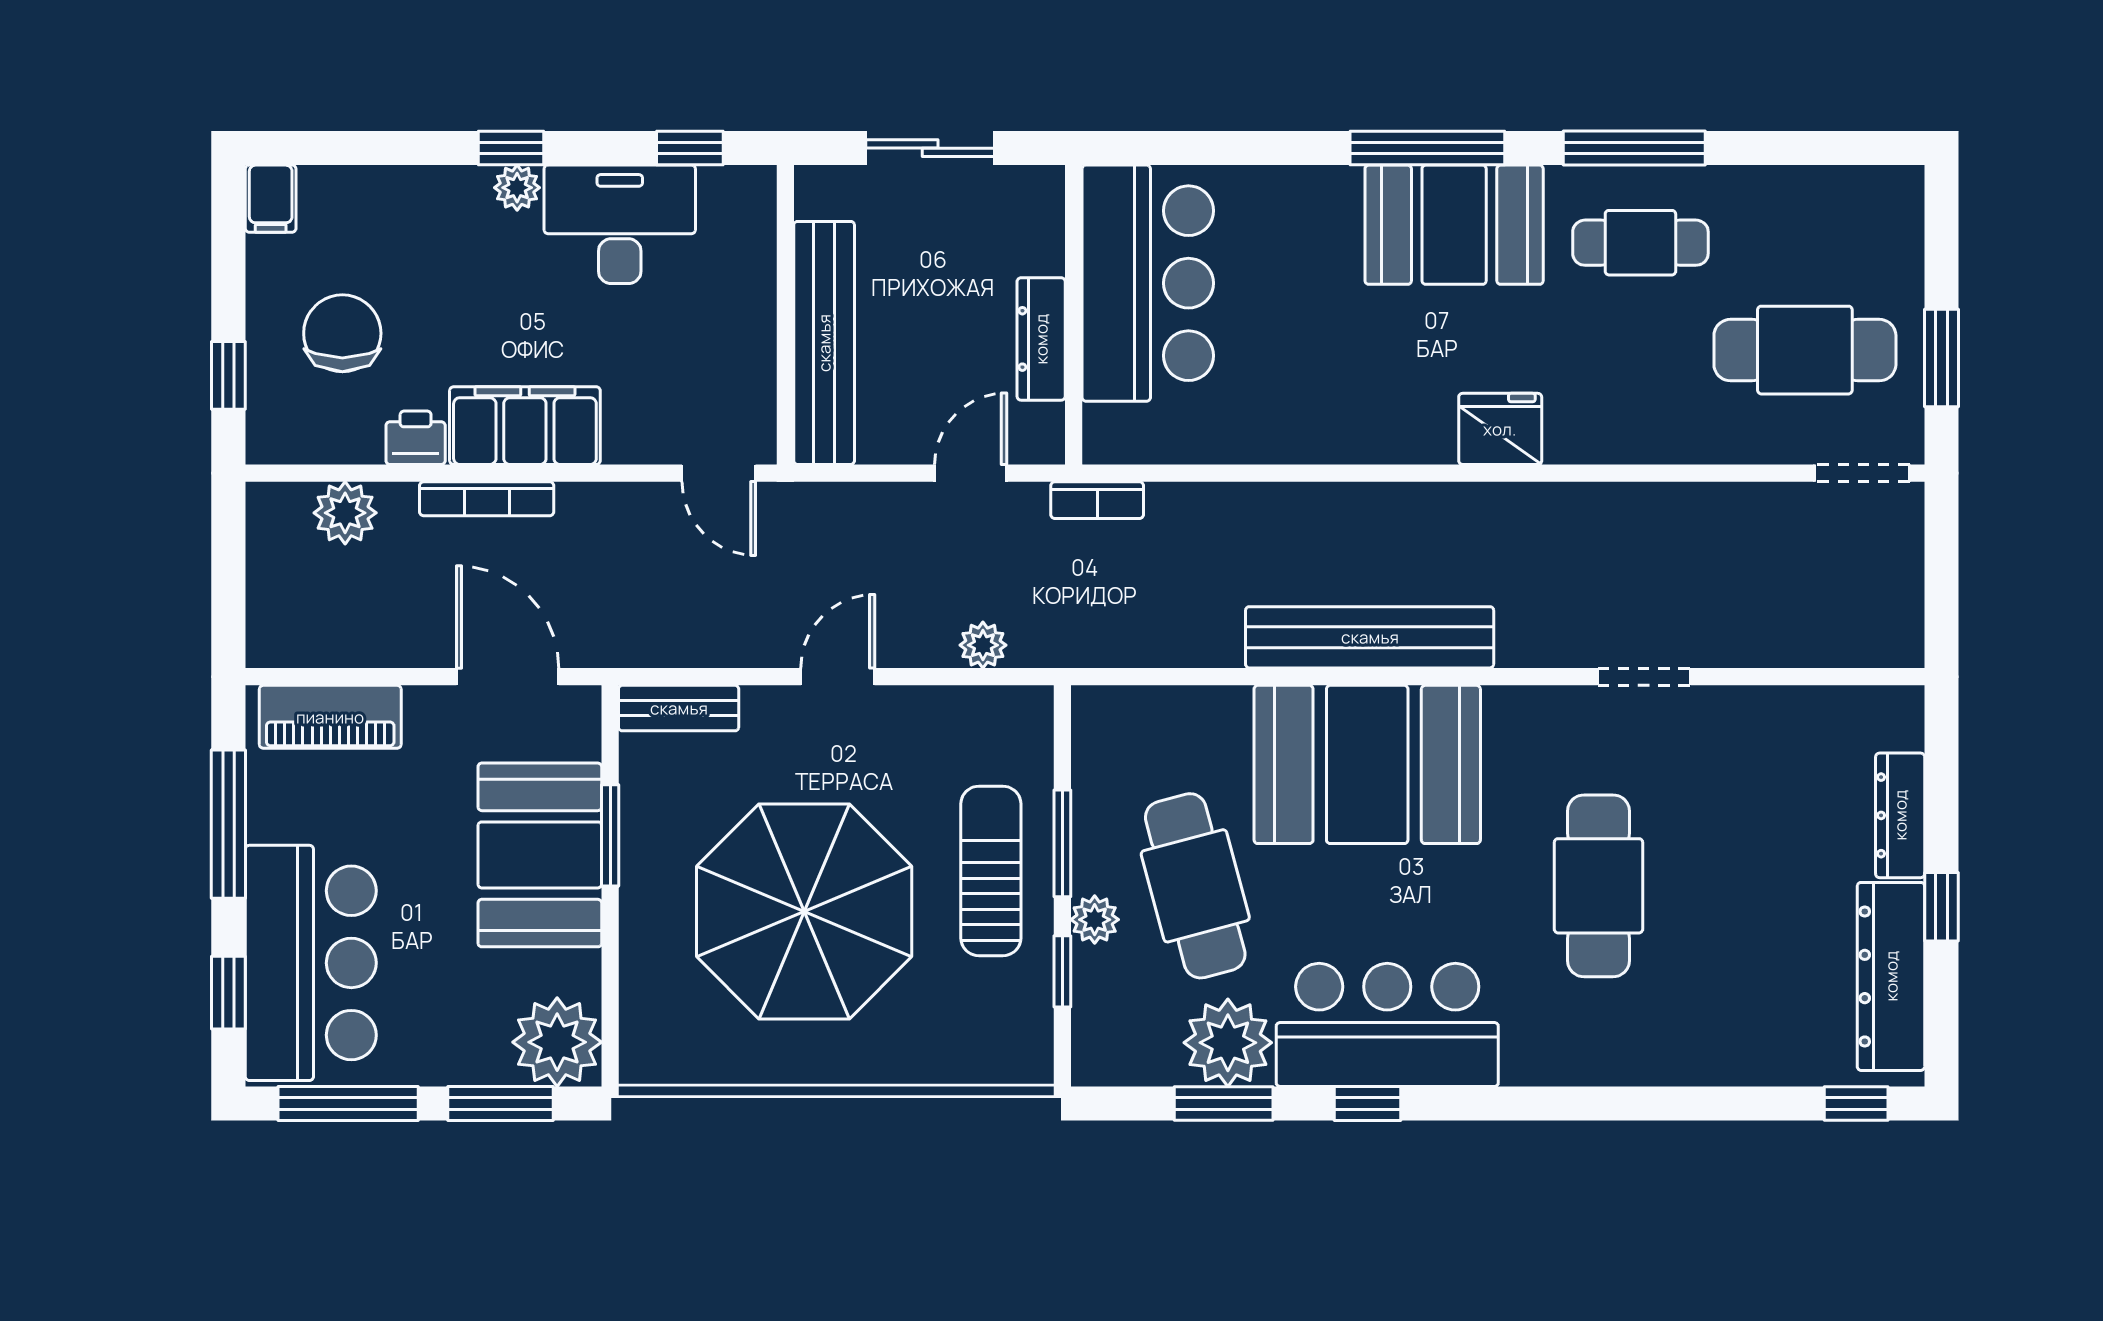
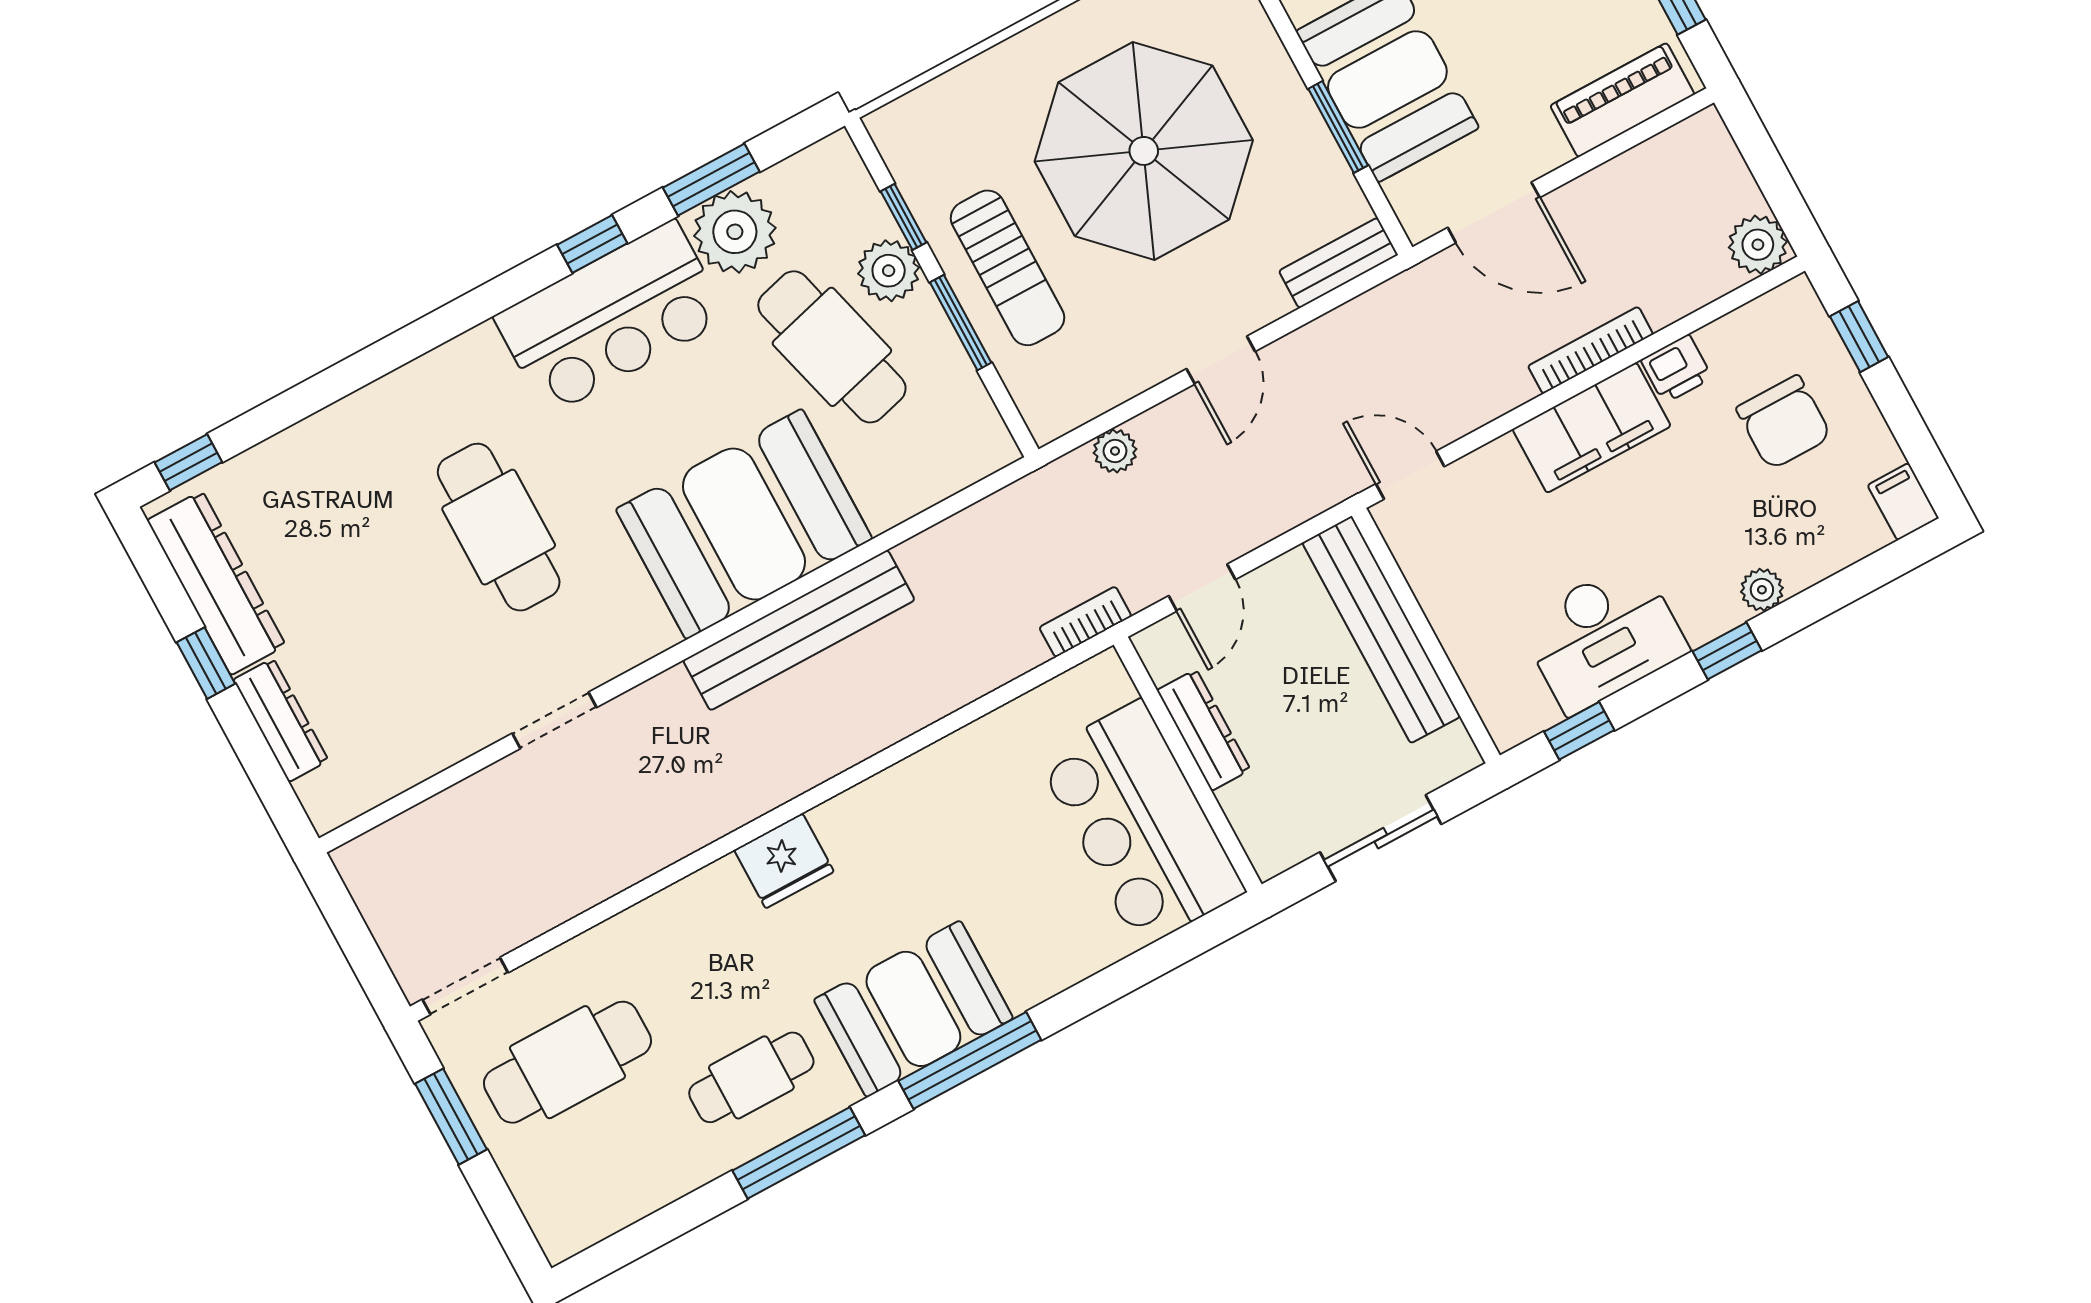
plant: (517, 188) -> (1762, 590), moved
plant: (345, 513) -> (1758, 245), moved
plant: (1095, 920) -> (889, 271), width x1.38, depth x1.38

